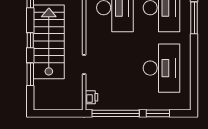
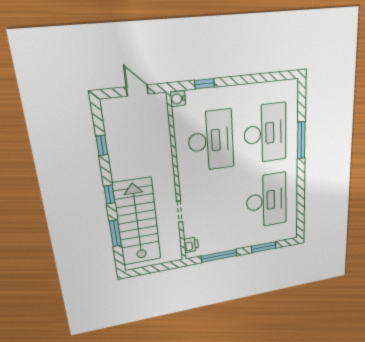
stairs: (49, 42) -> (137, 222), moved
window: (116, 113) -> (219, 256), width x0.68

